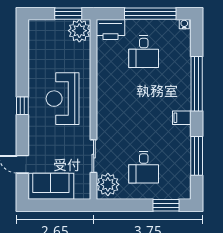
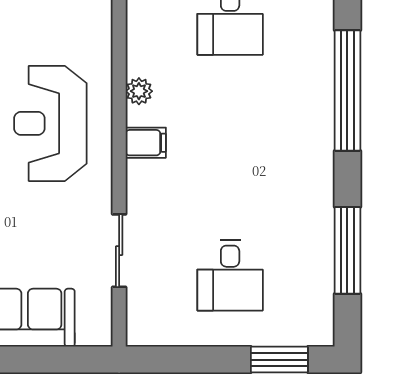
filing cabinet: (182, 118) -> (146, 143), moved, turned 180
plant: (108, 184) -> (139, 91), moved, width x0.53, depth x0.53

